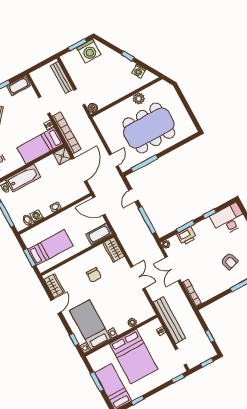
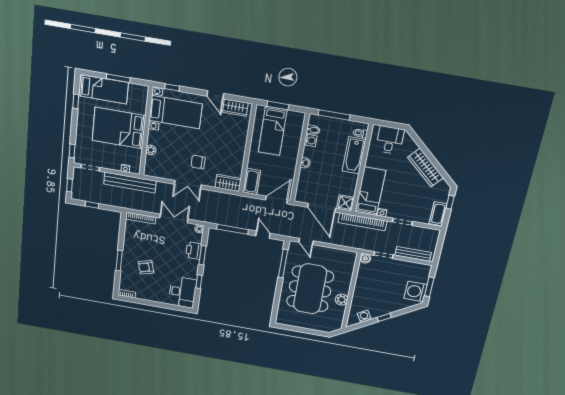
chair: (94, 275) -> (198, 162), moved

